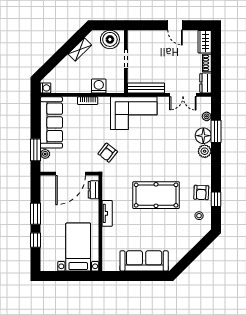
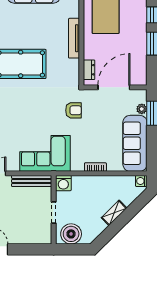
shelving: (80, 49) -> (114, 213), moved
washing machine: (99, 86) -> (63, 183), moved
armchair: (108, 153) -> (73, 110), turned 52
tv unit: (107, 213) -> (74, 38), width x1.41

